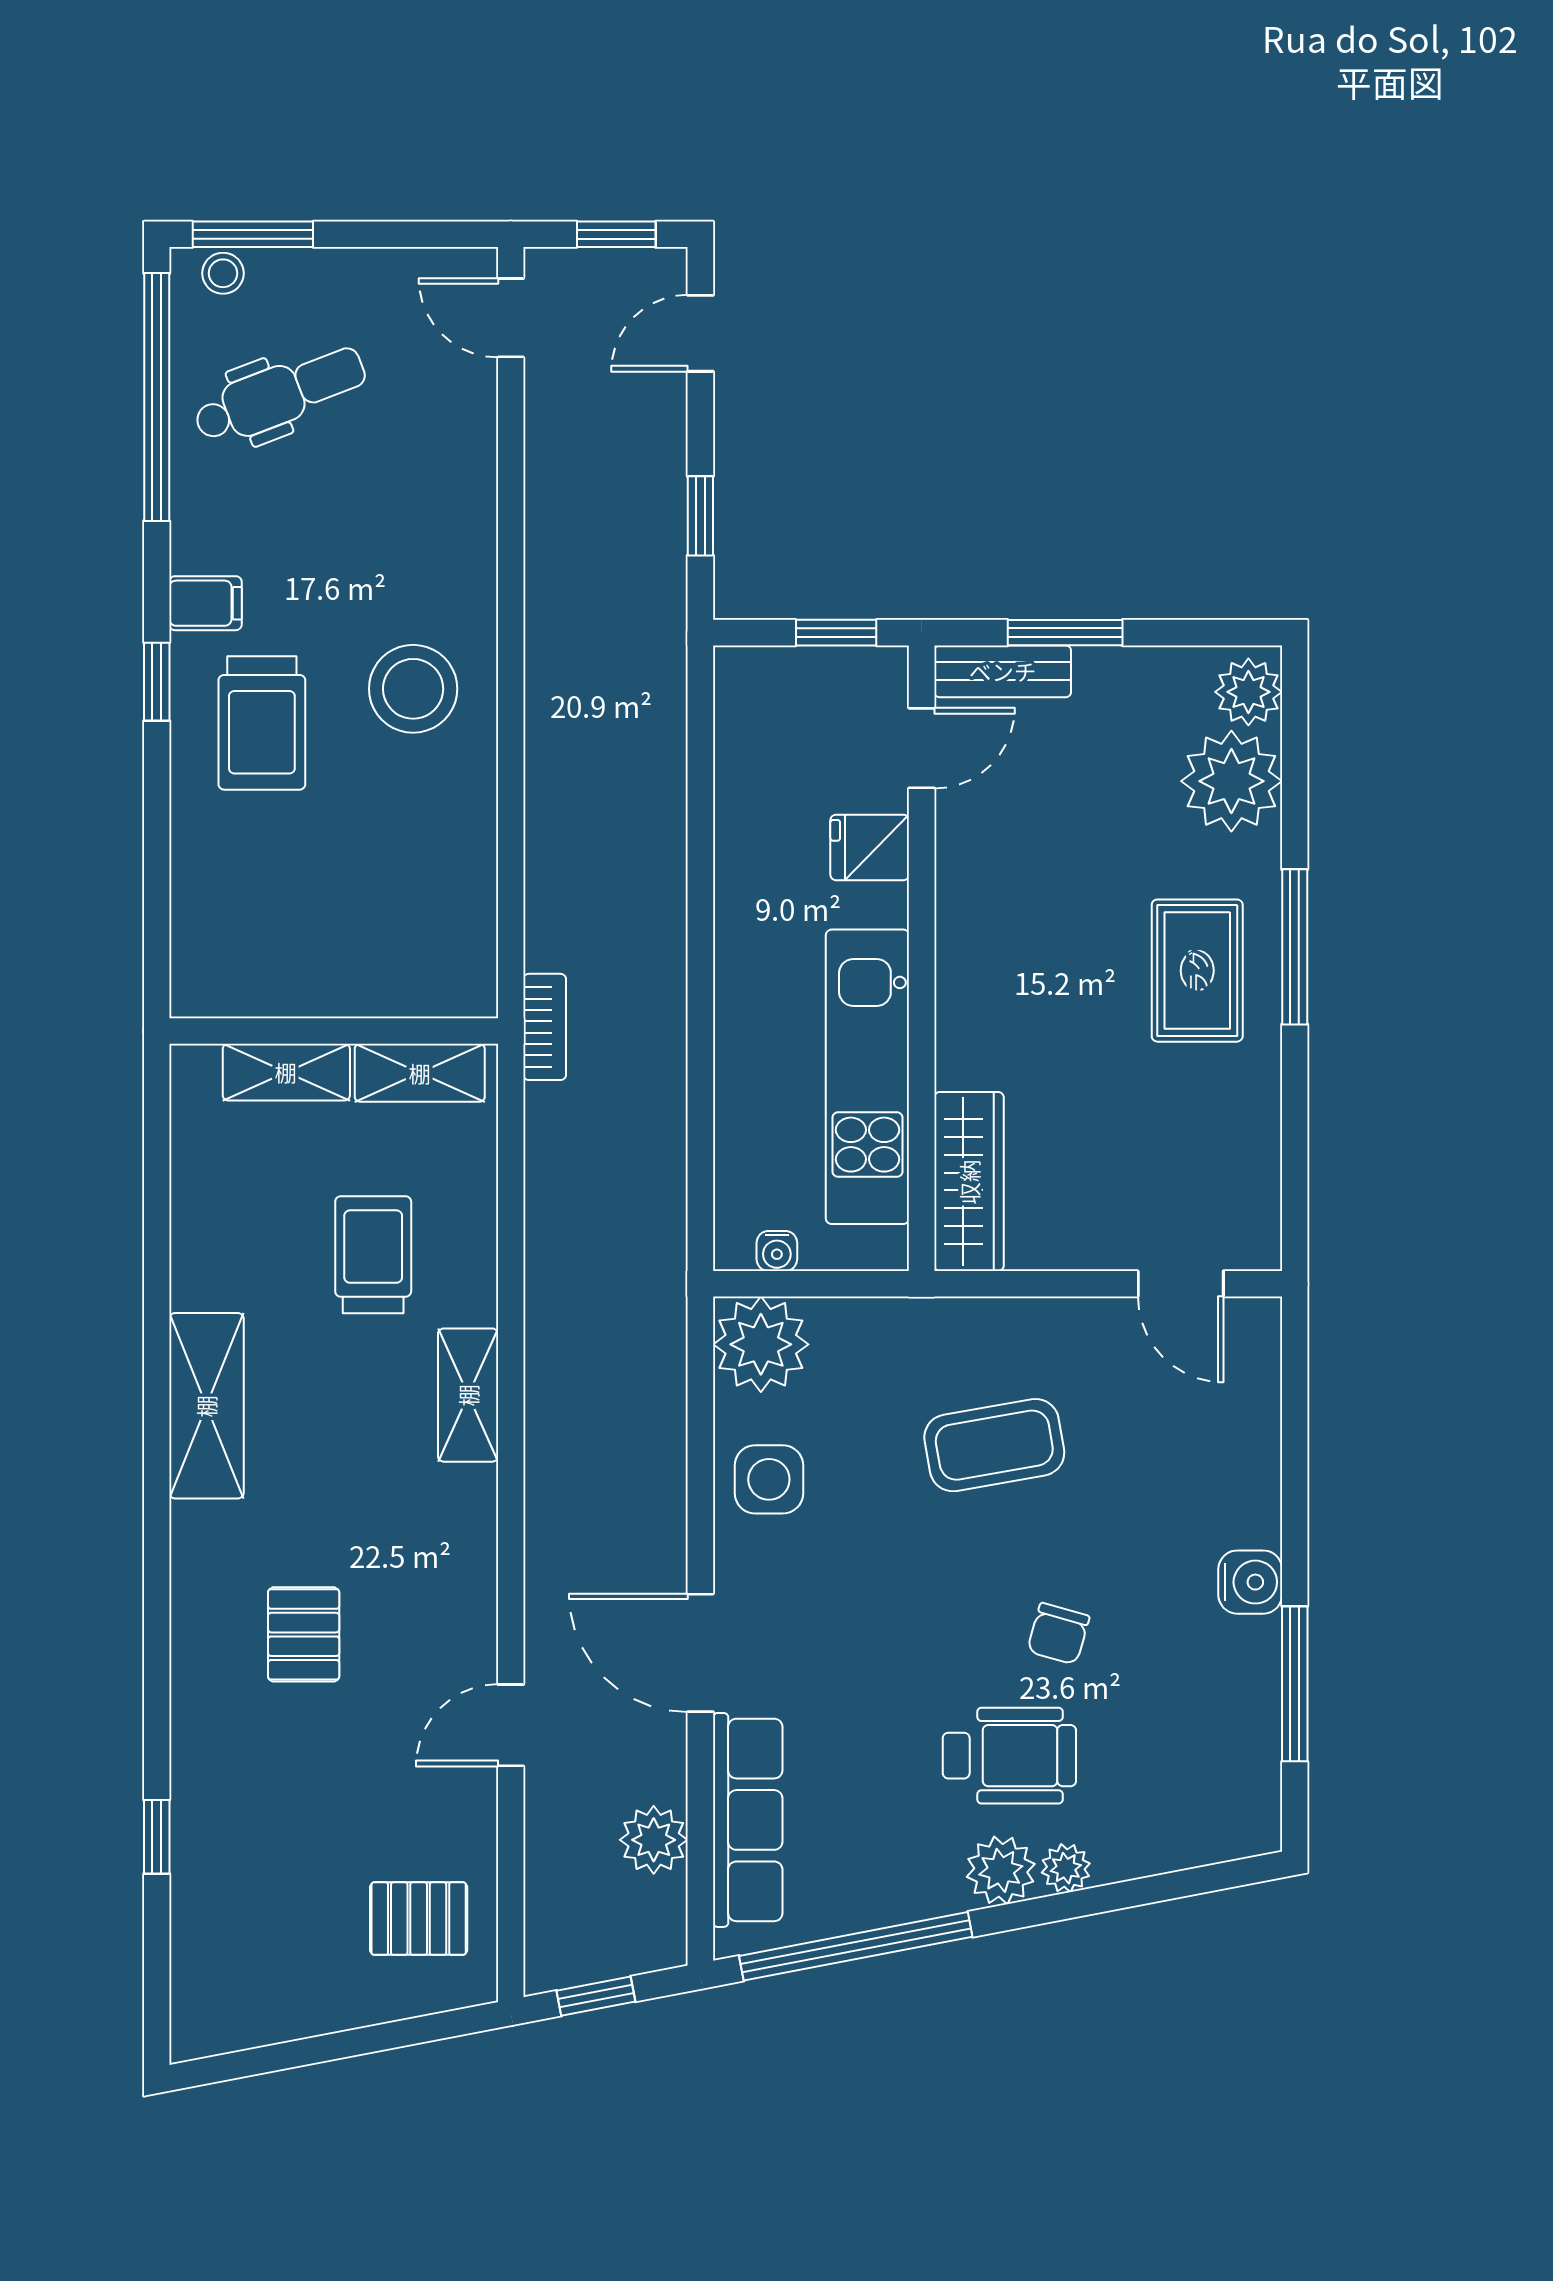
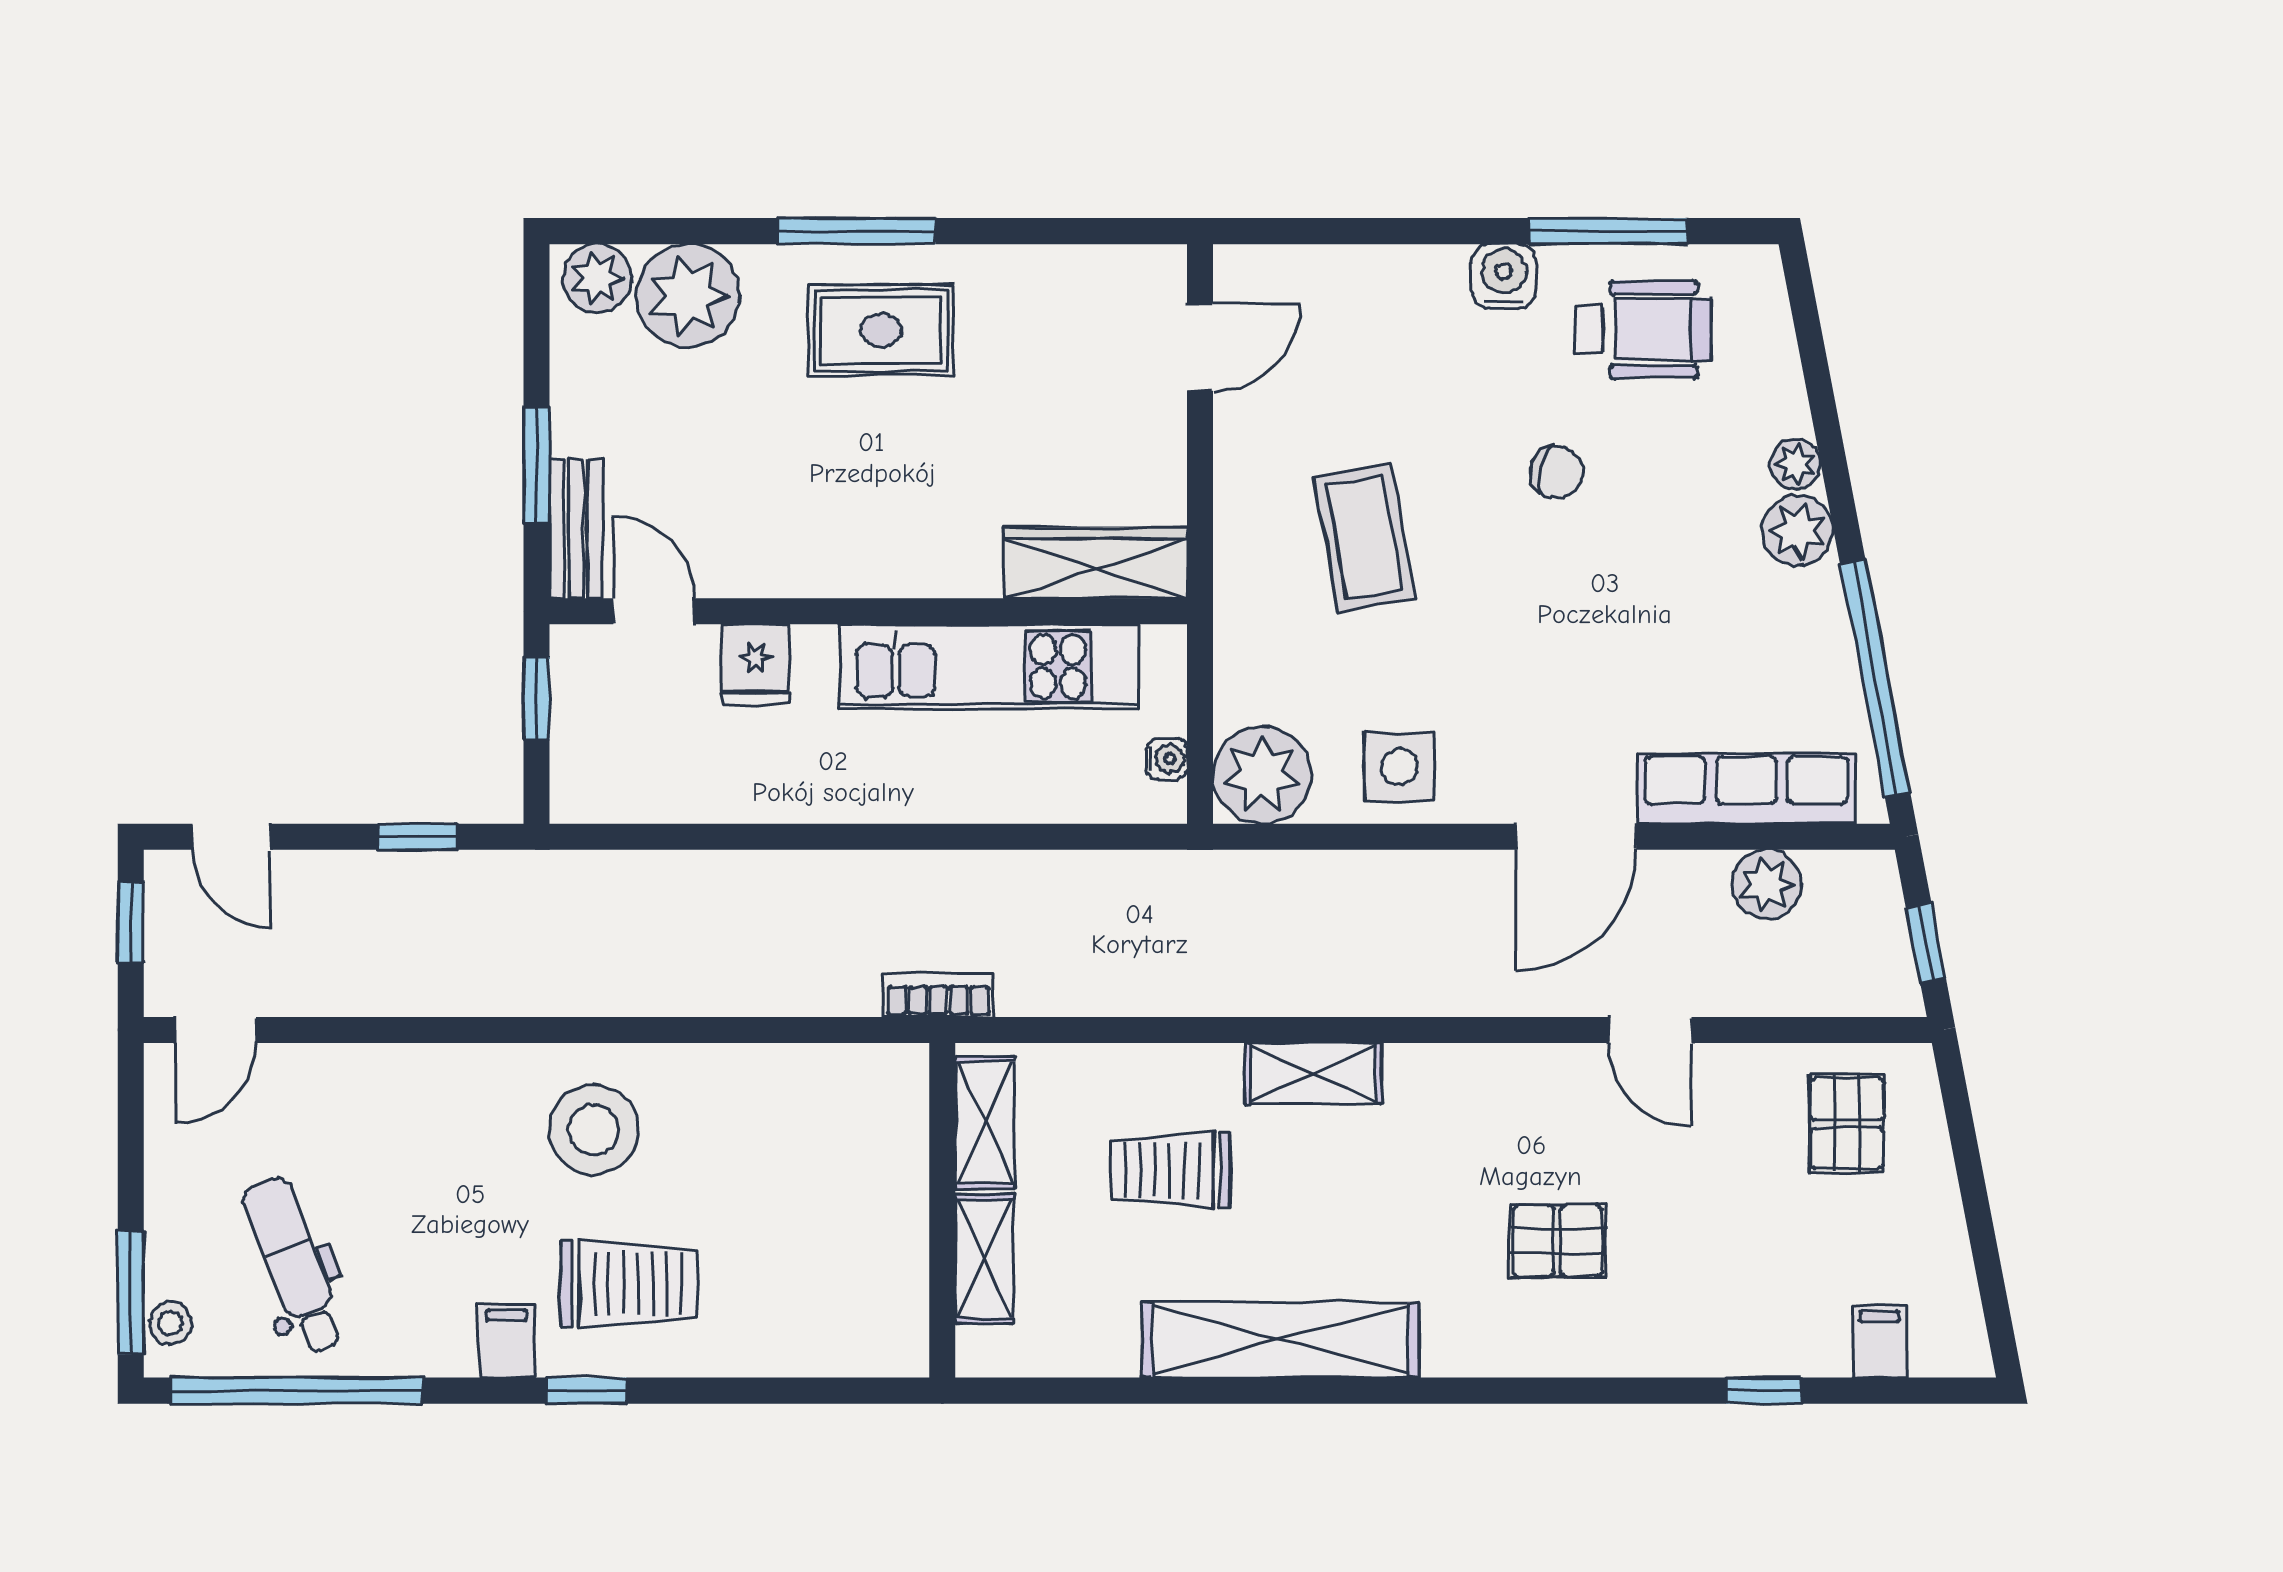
shelving: (206, 1406) -> (1280, 1340), width x1.47
wheelchair: (1009, 1756) -> (1643, 329), moved, turned 90
filing cabinet: (205, 1950) -> (1879, 1342), added

